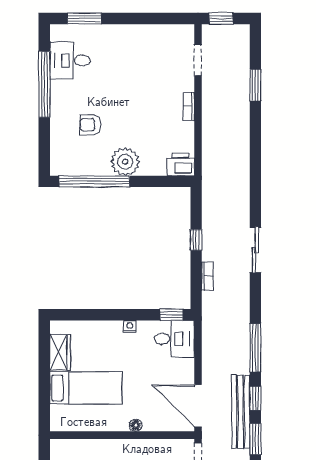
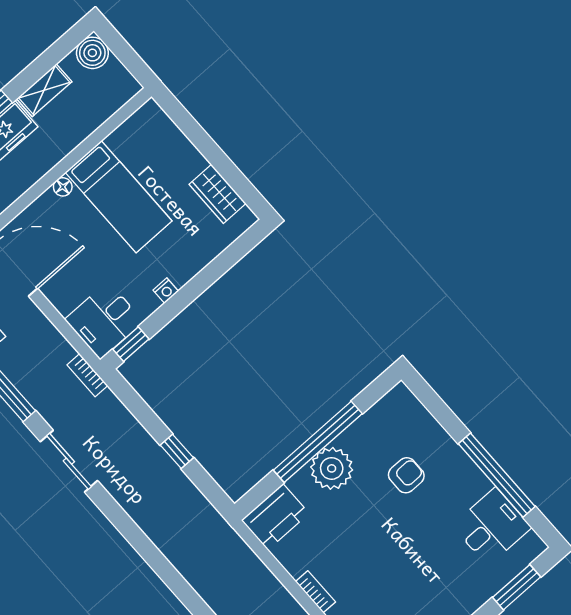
printer: (181, 165) -> (275, 517), width x1.37, depth x1.19
window: (94, 181) -> (318, 442), moved
sliding door: (255, 250) -> (69, 461), moved
bookcase: (207, 276) -> (87, 375), moved
bed: (86, 388) -> (119, 197), moved, turned -90

